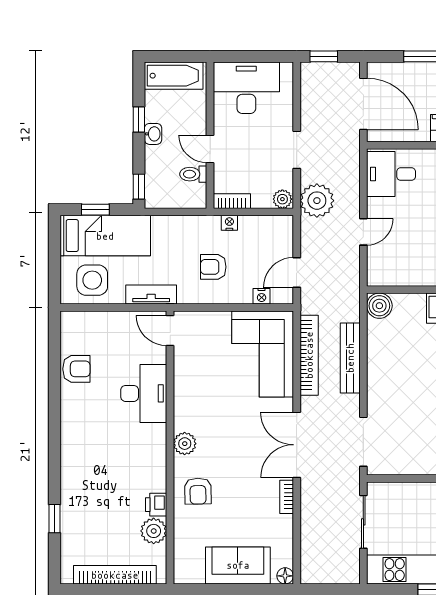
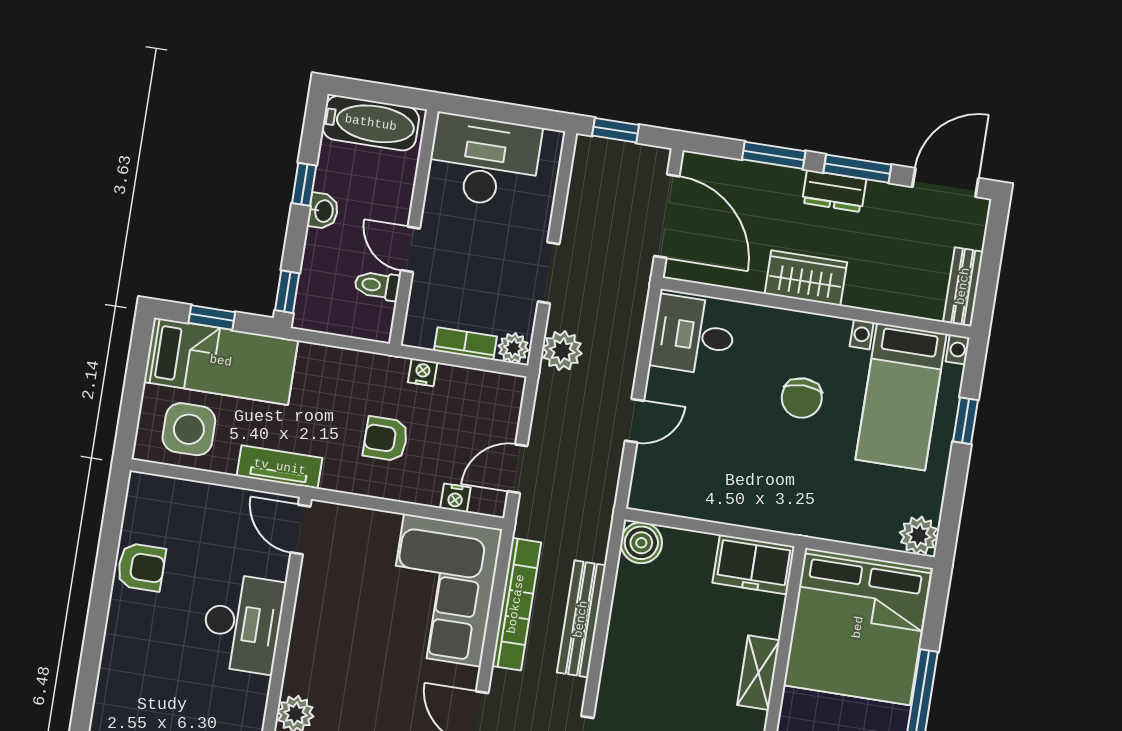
bookcase: (232, 201) -> (465, 344), moved
plant: (317, 201) -> (562, 351), width x0.73, depth x0.73

